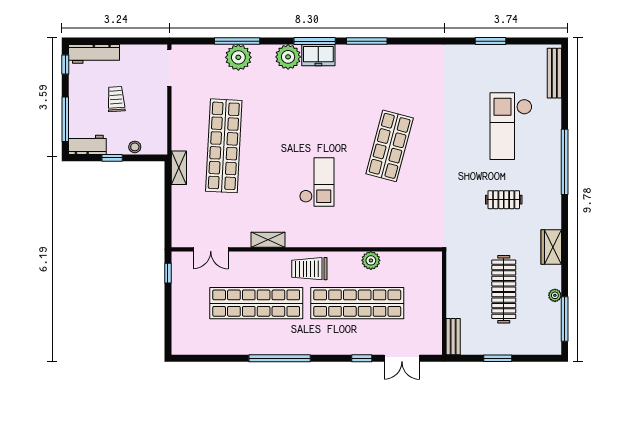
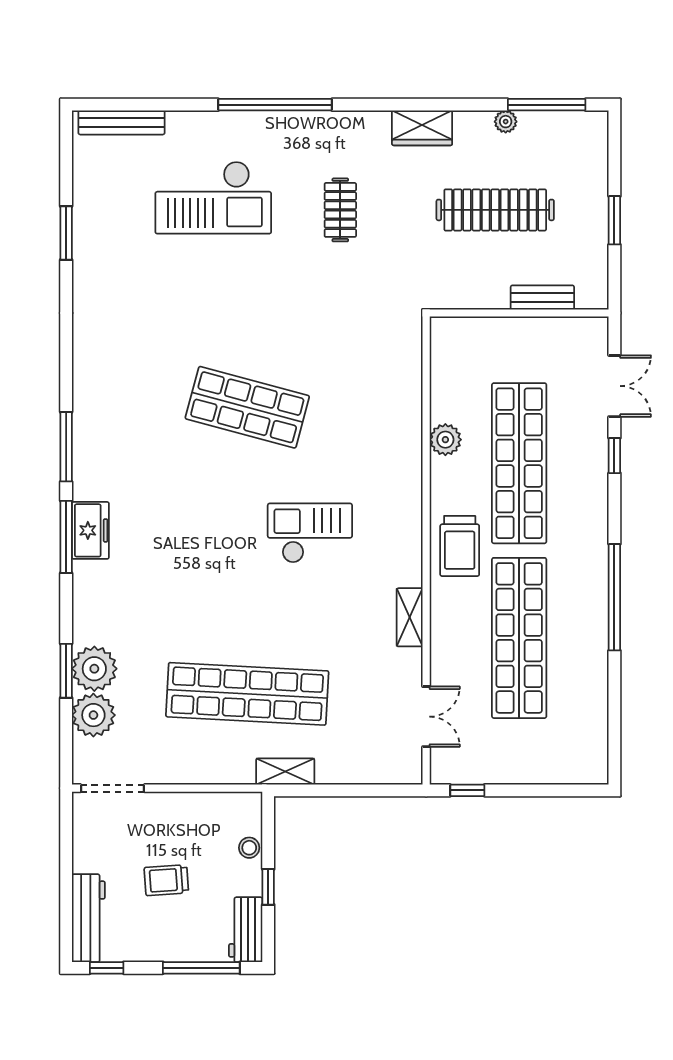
window: (237, 41) -> (66, 671), width x0.69
plant: (288, 57) -> (93, 715), moved
bench: (453, 337) -> (542, 297), moved

